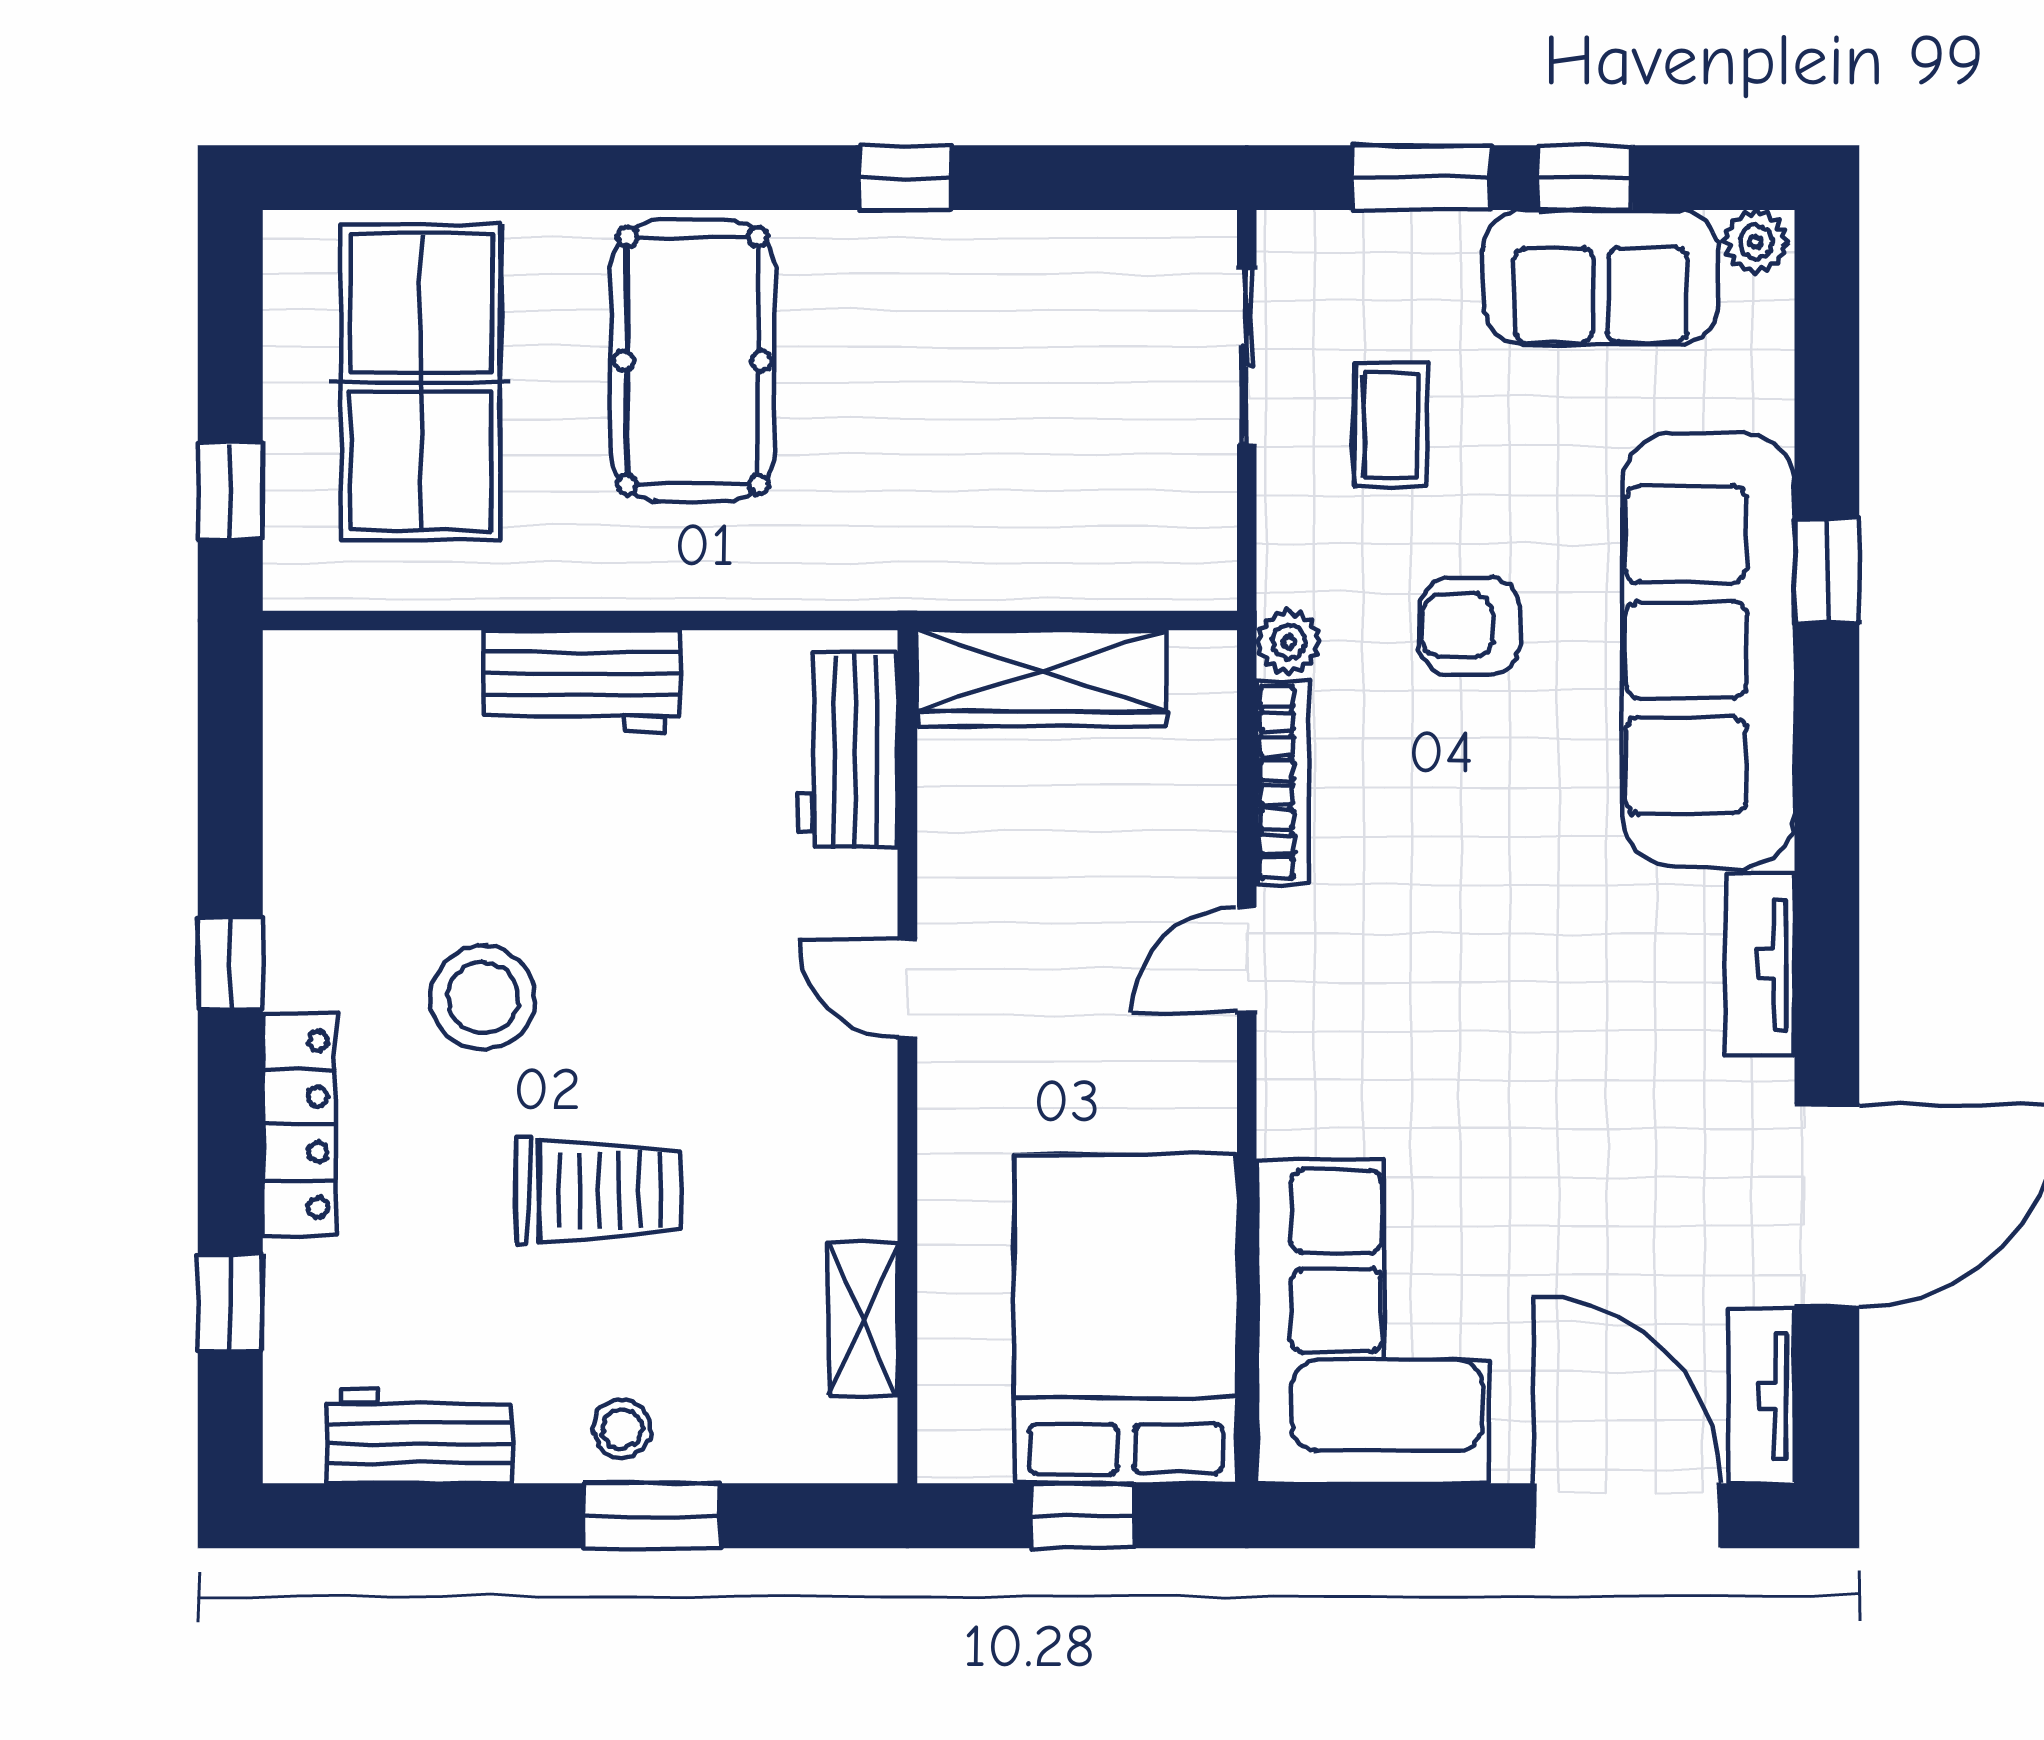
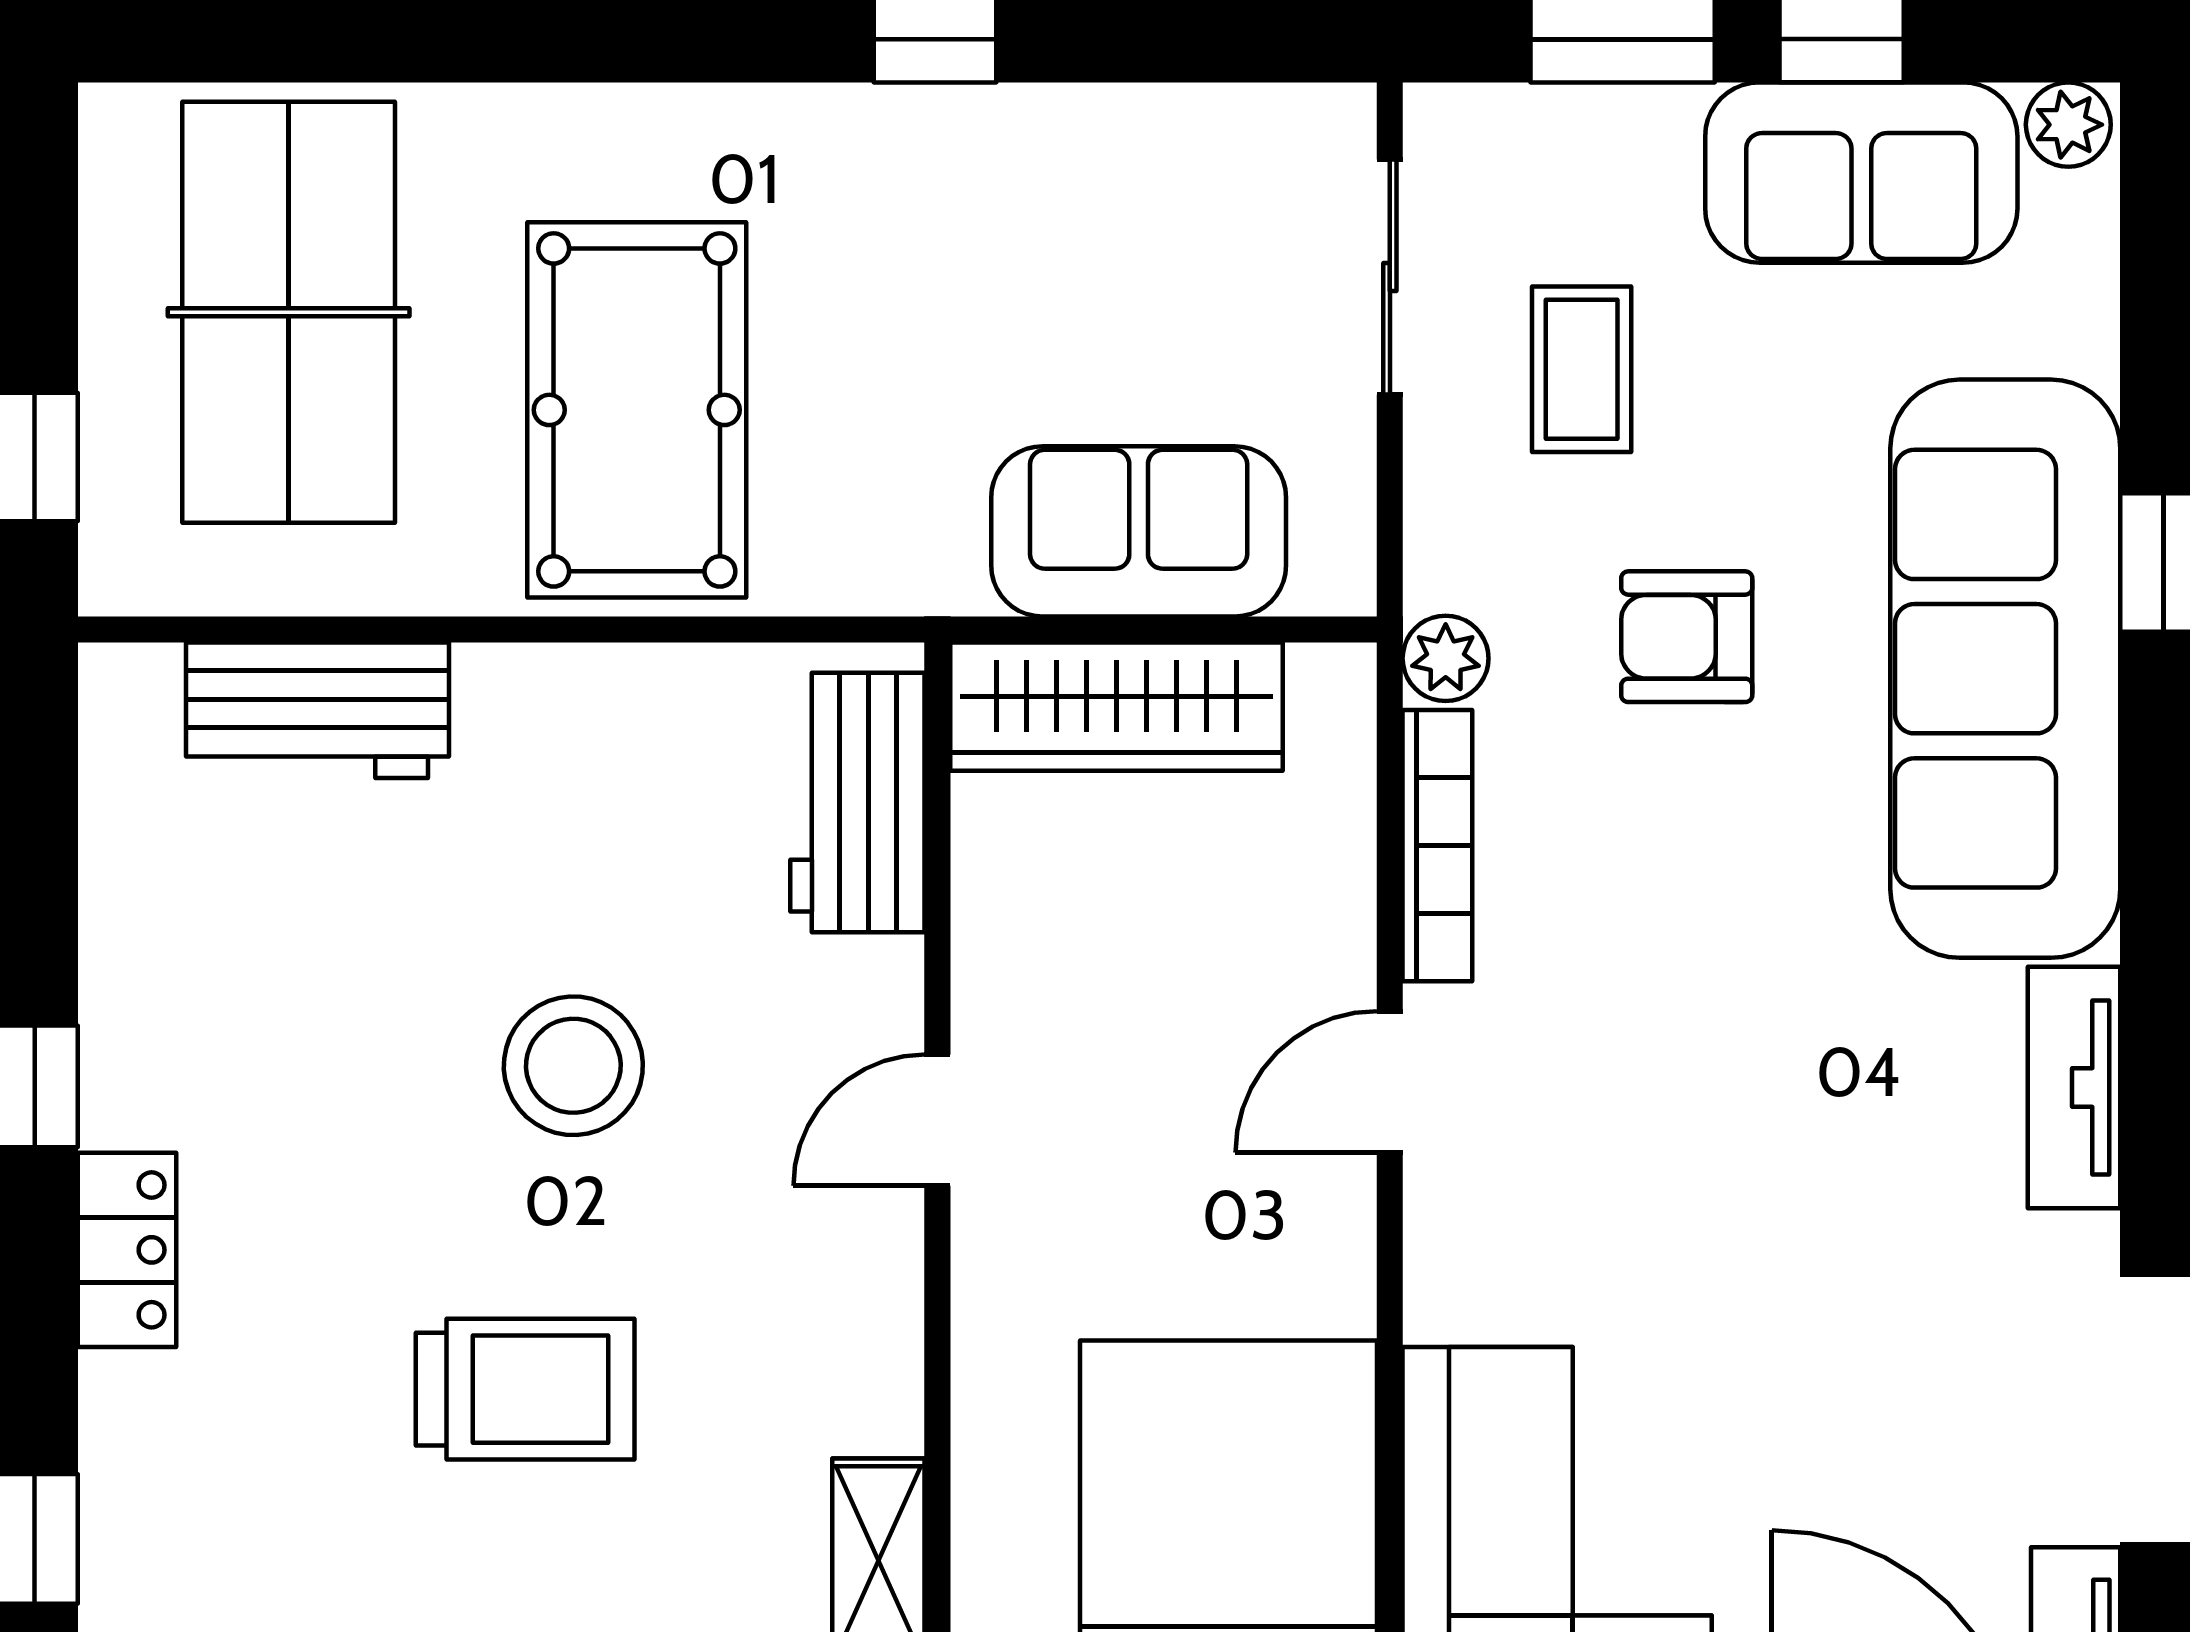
pool table: (693, 361) -> (637, 410), moved
sofa: (1058, 547) -> (1139, 531), added
workbench: (582, 681) -> (318, 710), moved
door: (907, 989) -> (937, 1120), hinge flipped
stool: (483, 998) -> (573, 1066), moved
locker: (299, 1124) -> (127, 1250), width x0.66

